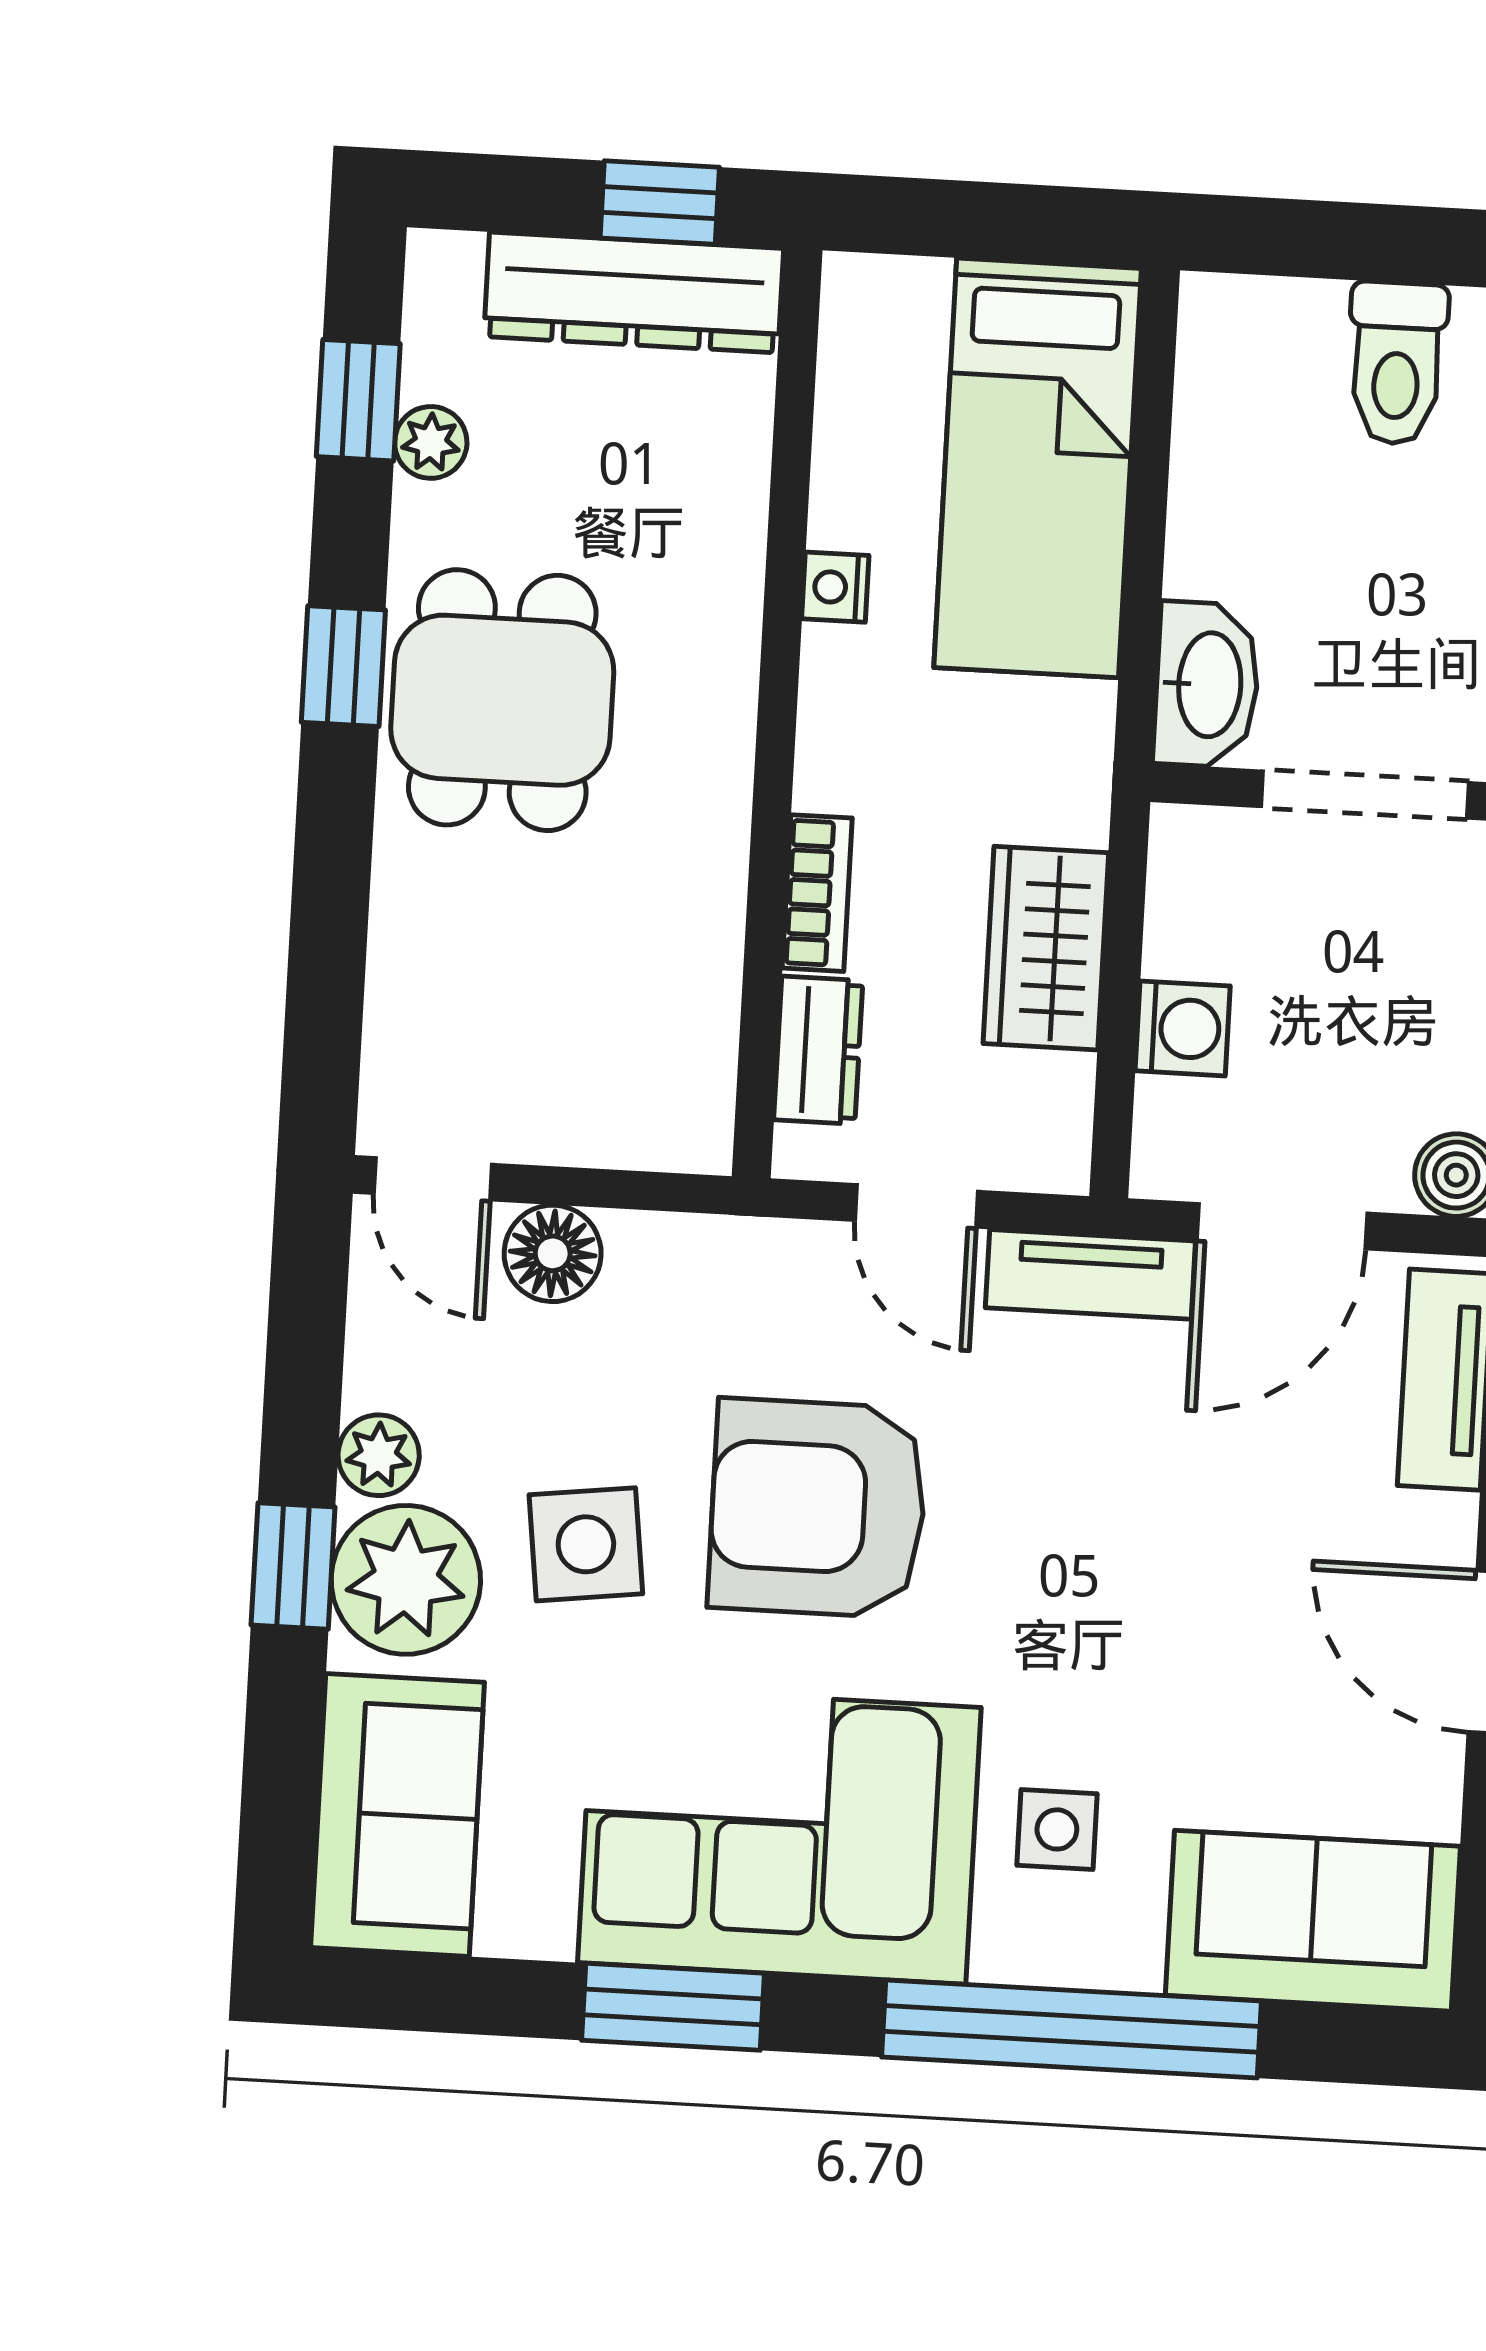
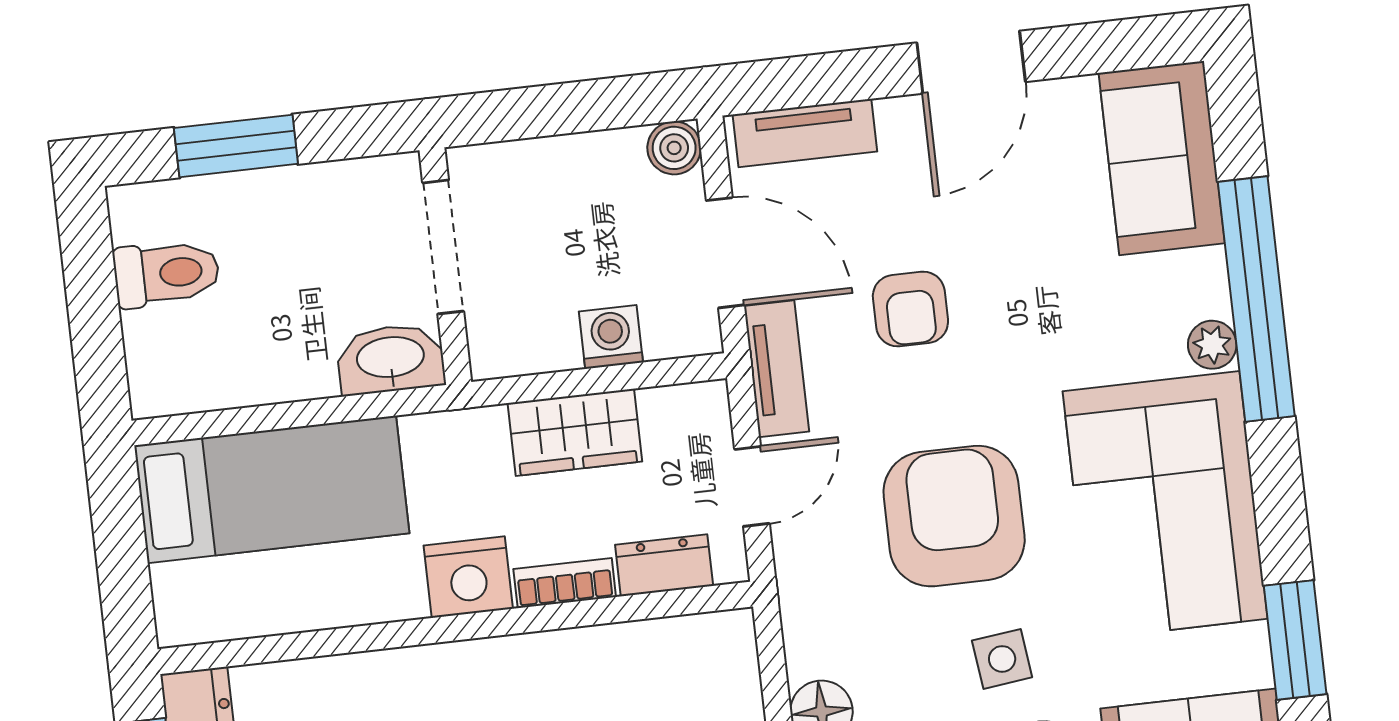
nightstand: (835, 587) -> (468, 577), moved, width x1.89, depth x1.79
armchair: (1147, 1495) -> (910, 309), added
armchair: (818, 1508) -> (954, 516), turned 180
side table: (586, 1544) -> (1002, 659), width x0.73, depth x0.73
side table: (1057, 1829) -> (1132, 330), removed
plant: (1013, 1949) -> (1212, 345), added
window: (673, 2007) -> (1295, 640), moved

